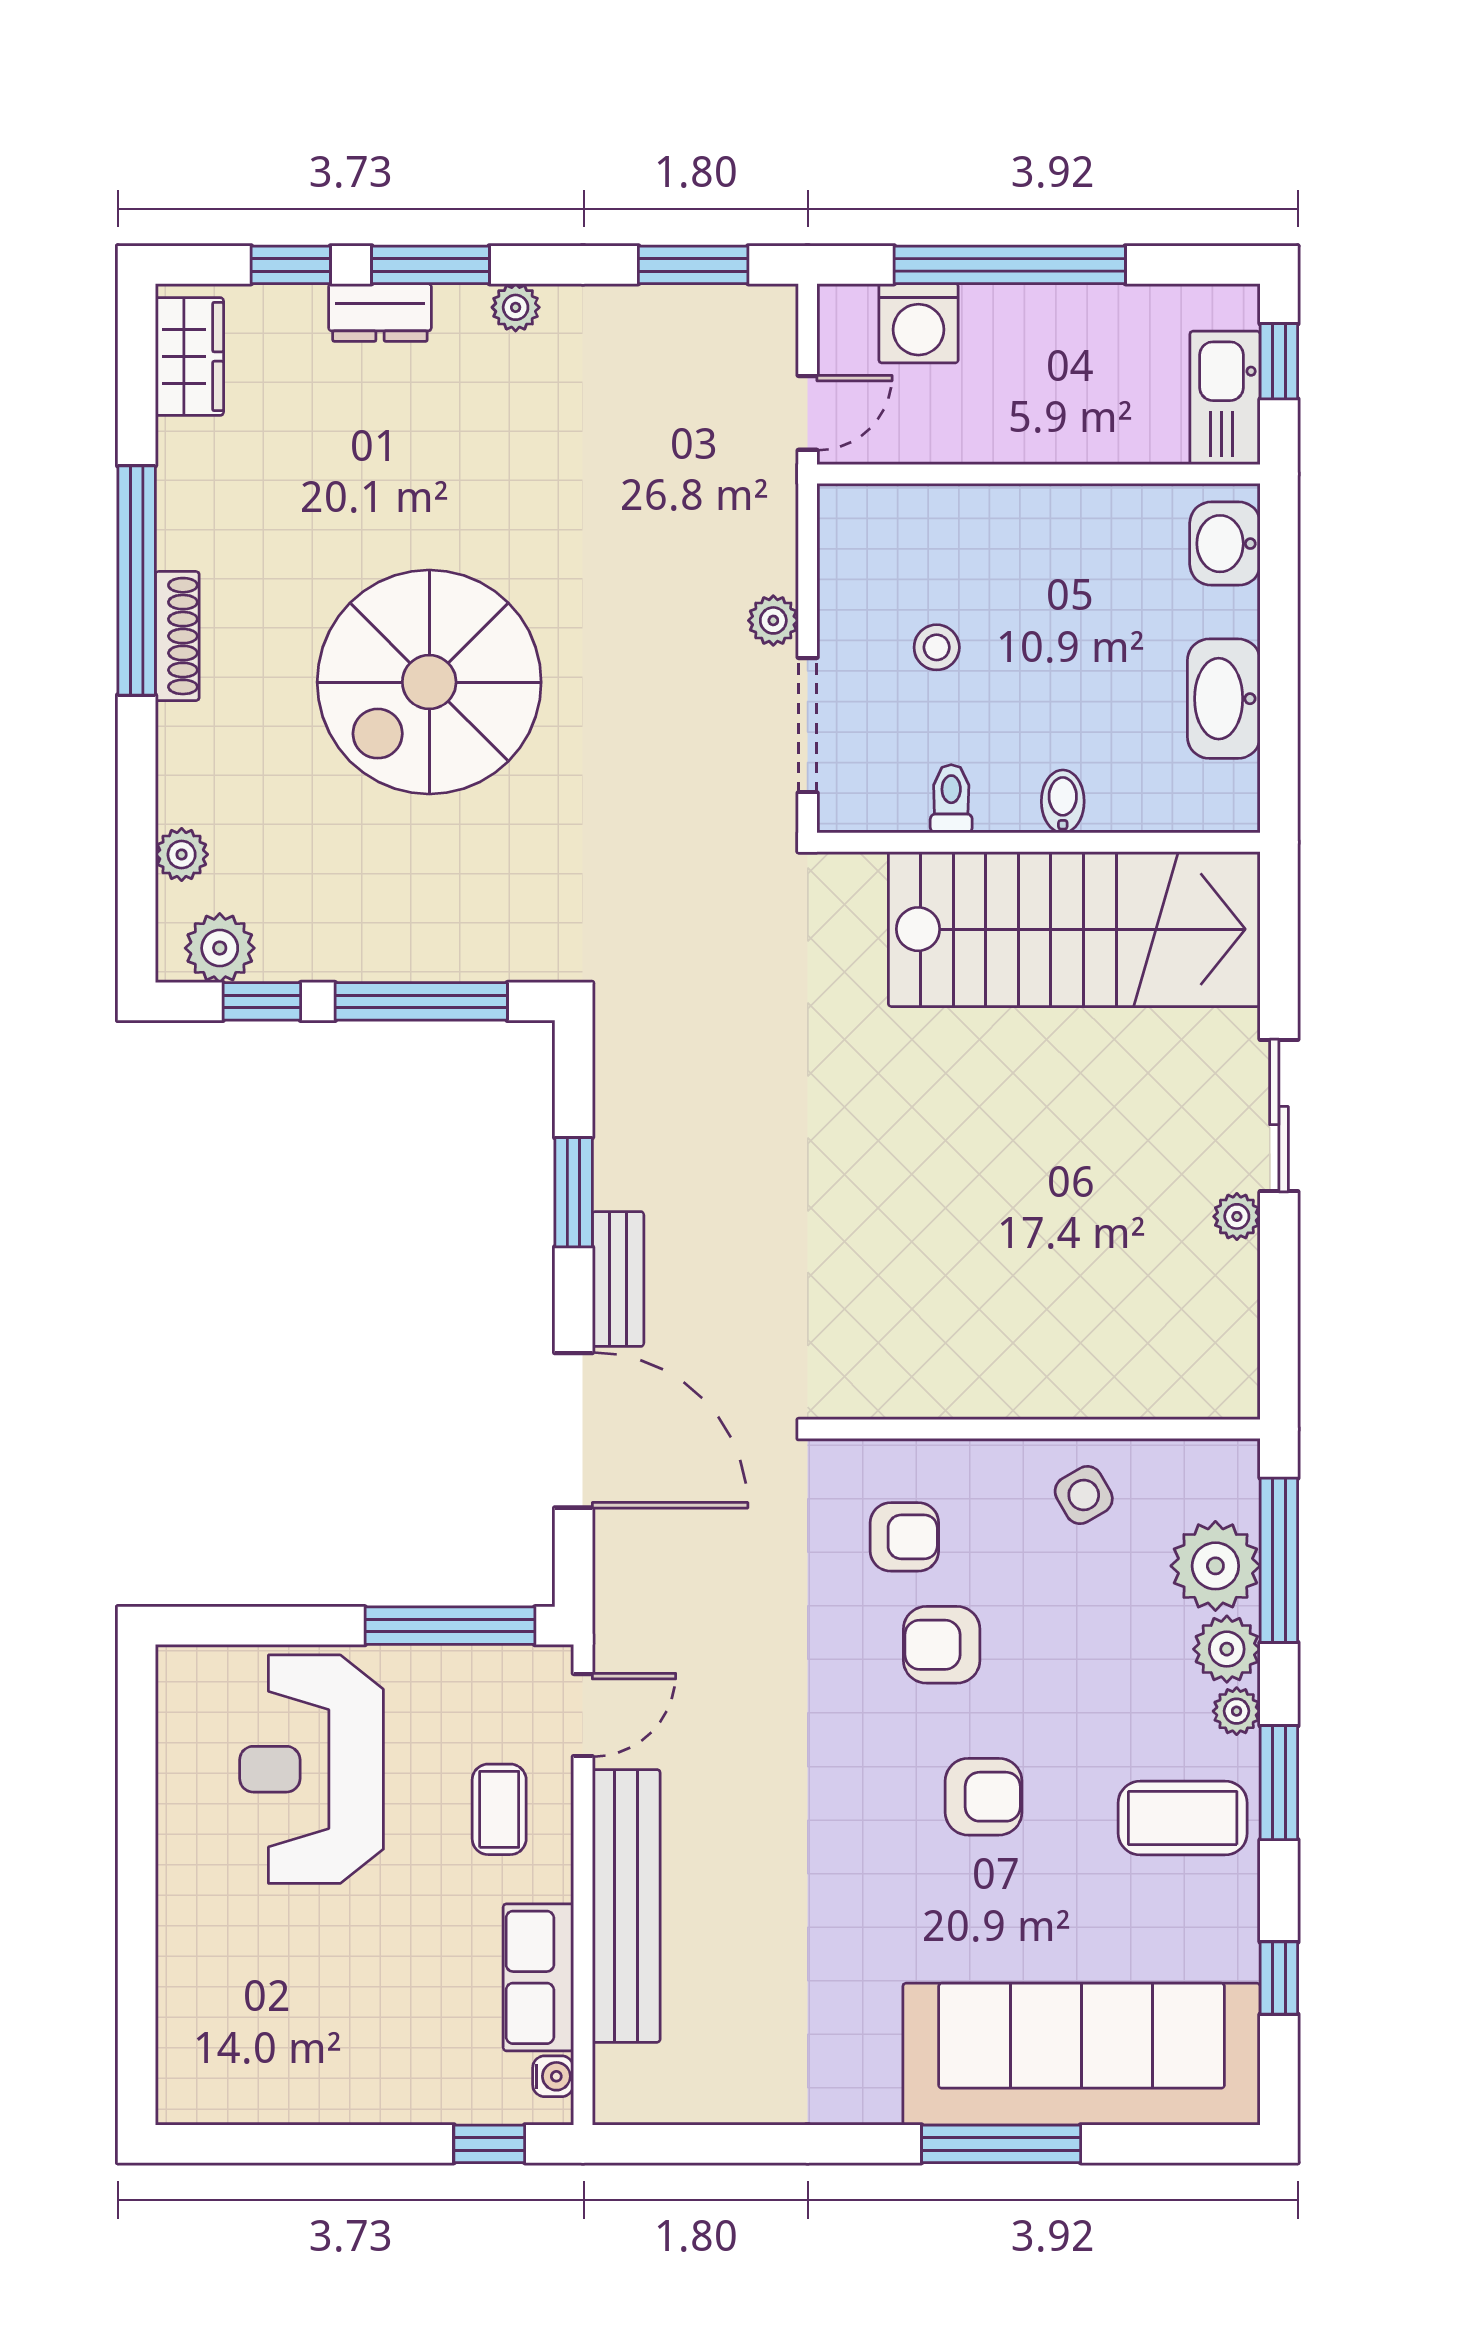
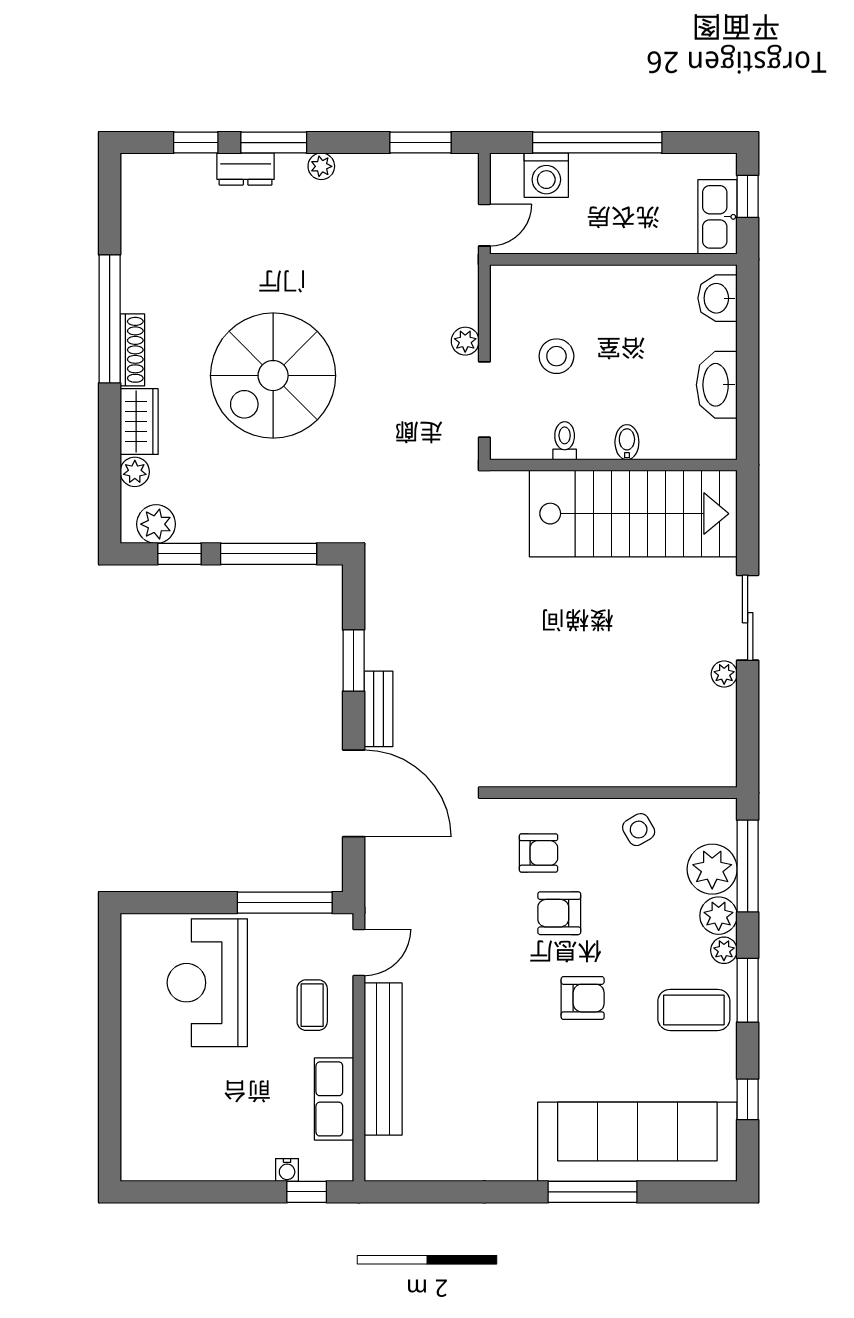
wardrobe: (189, 357) -> (139, 422), moved
stool: (937, 647) -> (556, 356), width x1.37, depth x1.37
water cooler: (553, 2076) -> (287, 1170), moved, turned 90

